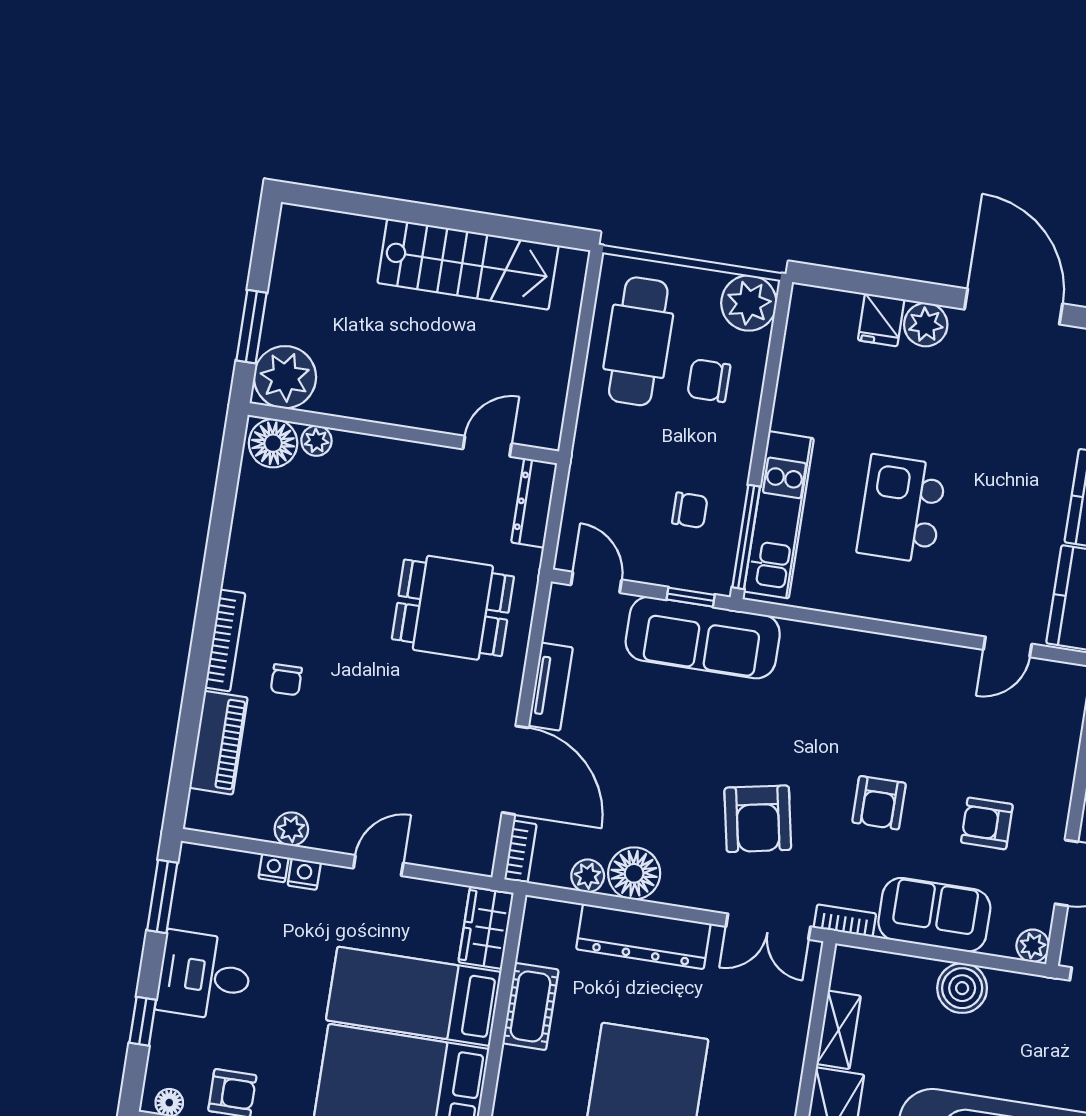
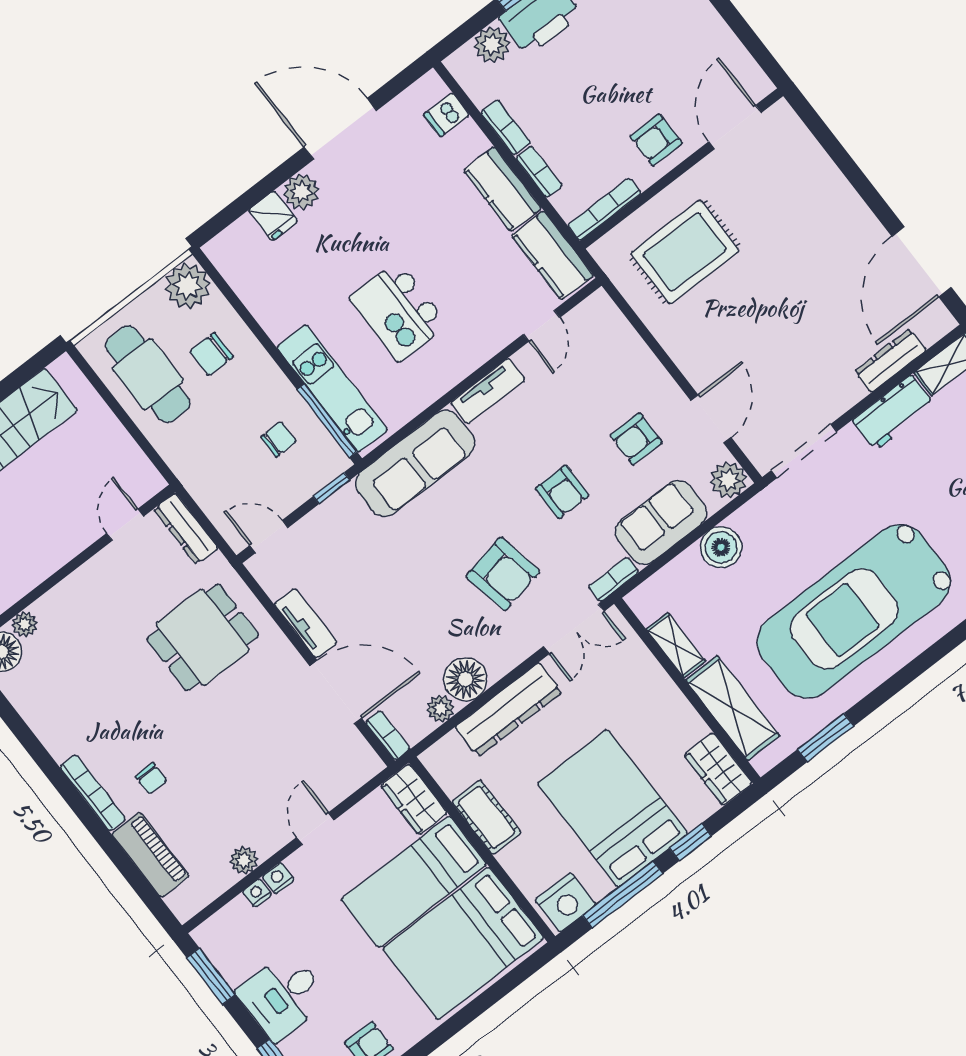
sofa: (703, 638) -> (415, 463), moved
tv unit: (906, 654) -> (488, 391), added
plant: (1033, 946) -> (729, 480), width x1.38, depth x1.38

